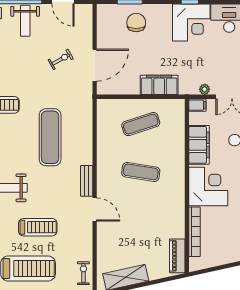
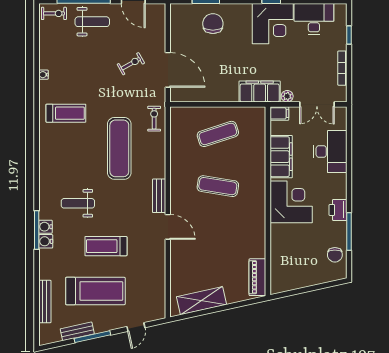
weight bench: (25, 21) -> (92, 22), turned -90
door: (95, 65) -> (168, 70), hinge flipped
filing cabinet: (159, 85) -> (260, 91), moved
treadmill: (38, 227) -> (106, 246), turned 180
bookcase: (195, 232) -> (276, 251), removed
exercise bike: (83, 273) -> (154, 119), moved

